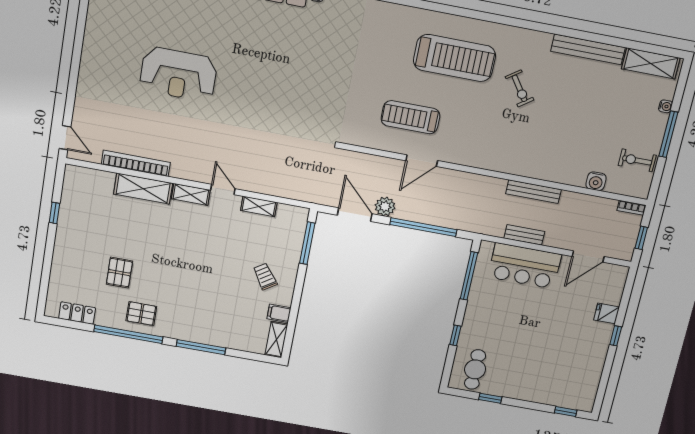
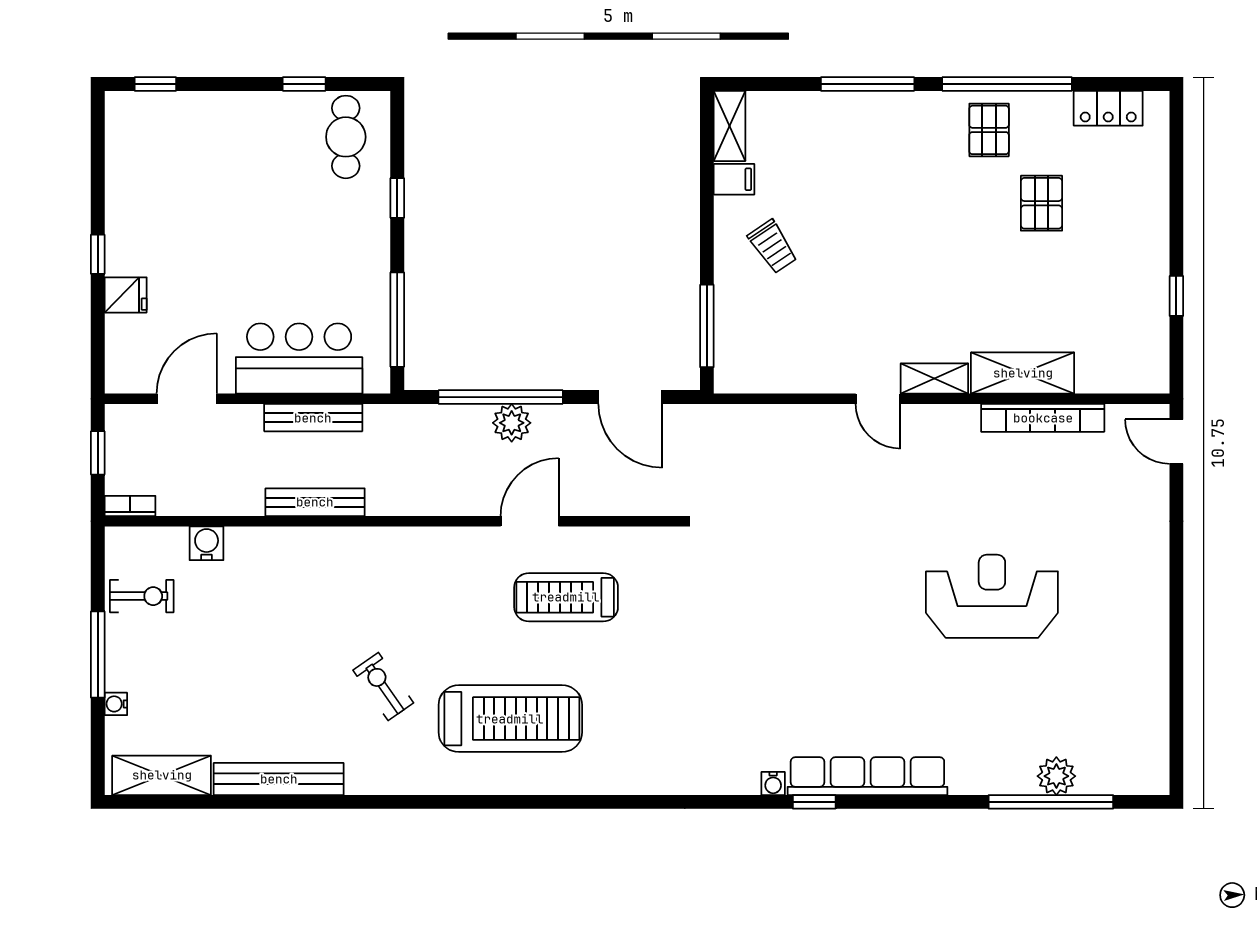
treadmill: (454, 58) -> (510, 719), turned 180
treadmill: (410, 117) -> (566, 597), turned 180
shelving: (259, 206) -> (807, 379), removed
plant: (385, 207) -> (512, 423), moved
bench: (524, 235) -> (313, 418), width x1.36
pallet: (141, 314) -> (989, 130), turned 90

